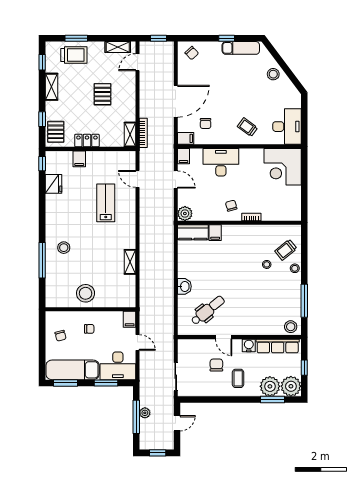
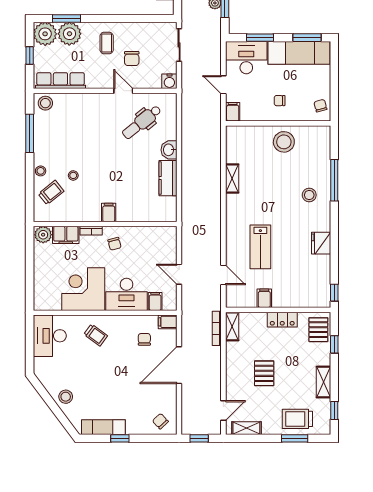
filing cabinet: (184, 156) -> (155, 301), moved
filing cabinet: (79, 159) -> (264, 298), moved
corner desk: (283, 167) -> (83, 289), moved, turned -90
fridge: (54, 184) -> (321, 243), moved
plant: (185, 213) -> (43, 235), moved
filing cabinet: (273, 213) -> (66, 235), added
kitchen counter: (193, 232) -> (168, 178), moved, turned -90
filing cabinet: (215, 233) -> (109, 213), moved
chair: (61, 336) -> (320, 106), moved
water cooler: (249, 345) -> (169, 81), moved

